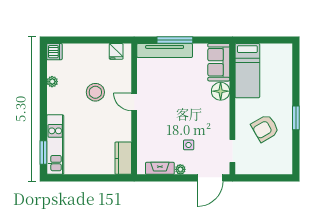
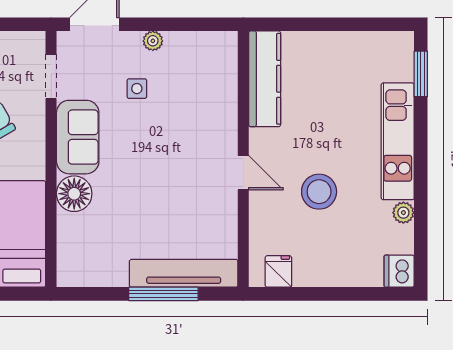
sofa: (219, 62) -> (78, 137), moved
kitchen unit: (55, 145) -> (398, 141), moved
kitchen counter: (123, 158) -> (265, 79), width x1.50
fireplace: (160, 168) -> (193, 43), removed

